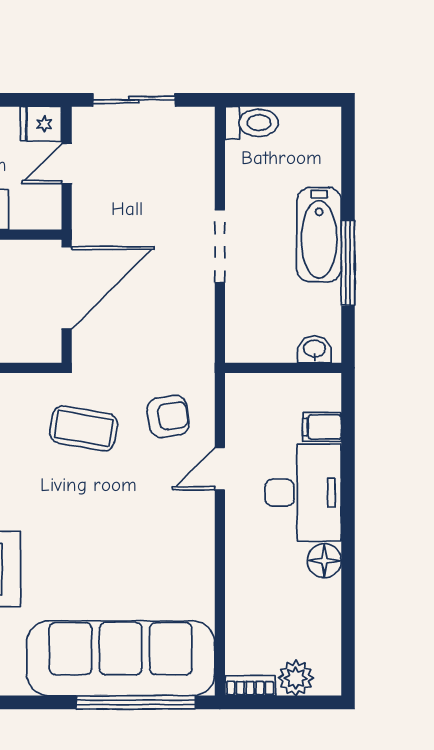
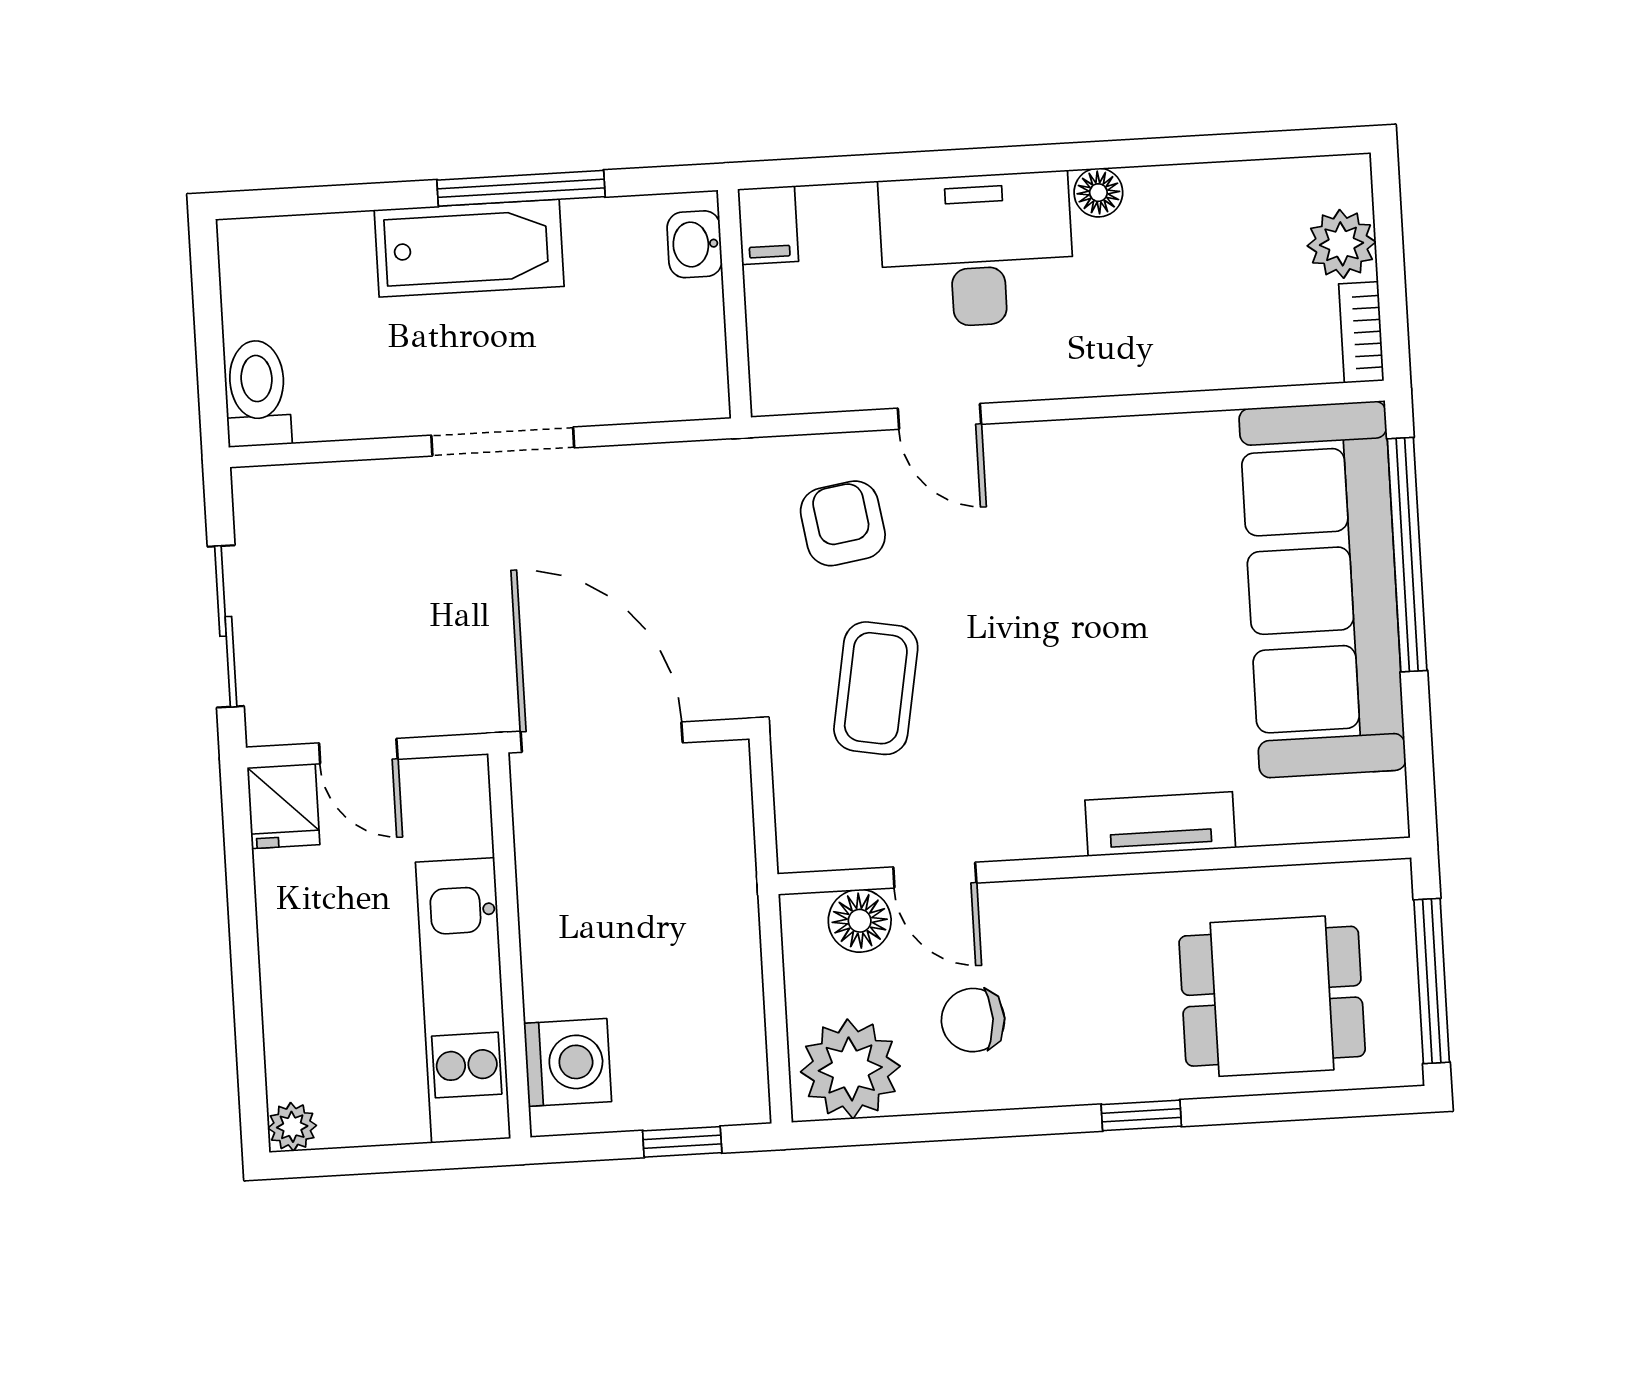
filing cabinet: (322, 427) -> (768, 225), moved
floor lamp: (324, 561) -> (1098, 193), width x0.73, depth x0.73

